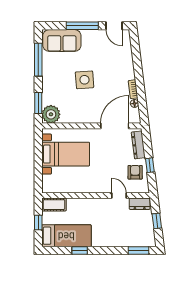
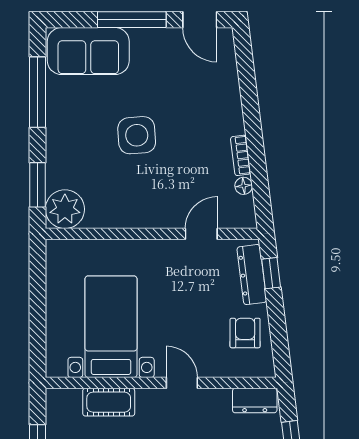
door: (115, 126) -> (201, 234), width x0.53
bed with nightstands: (66, 154) -> (111, 327), moved, turned -90
window: (150, 165) -> (271, 273), moved
door: (119, 195) -> (182, 383), moved
cot: (54, 205) -> (109, 402), moved

